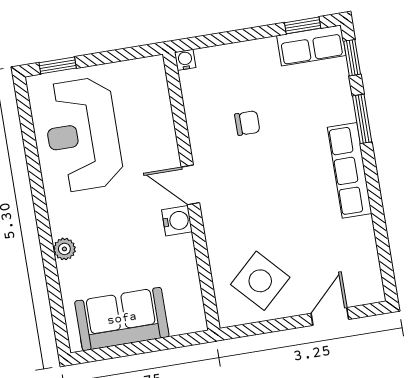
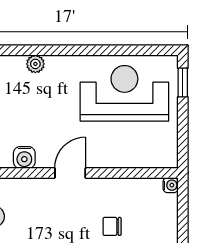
chair: (247, 123) -> (112, 226), turned 90
water cooler: (177, 221) -> (24, 157), moved

